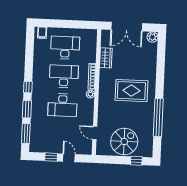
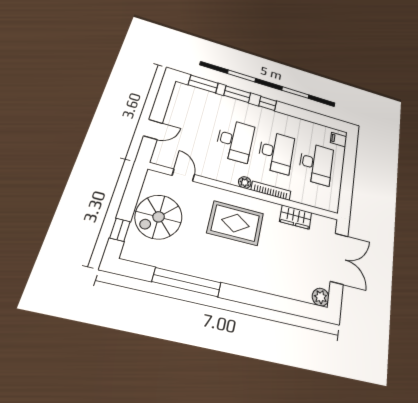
double door: (127, 27) -> (339, 258), swing flipped
rug: (131, 91) -> (235, 223), moved, turned 90
desk: (63, 105) -> (235, 140), turned 180
door: (95, 133) -> (183, 175), hinge flipped
spiral stairs: (124, 141) -> (159, 217), turned 90
window: (51, 157) -> (161, 106), removed

